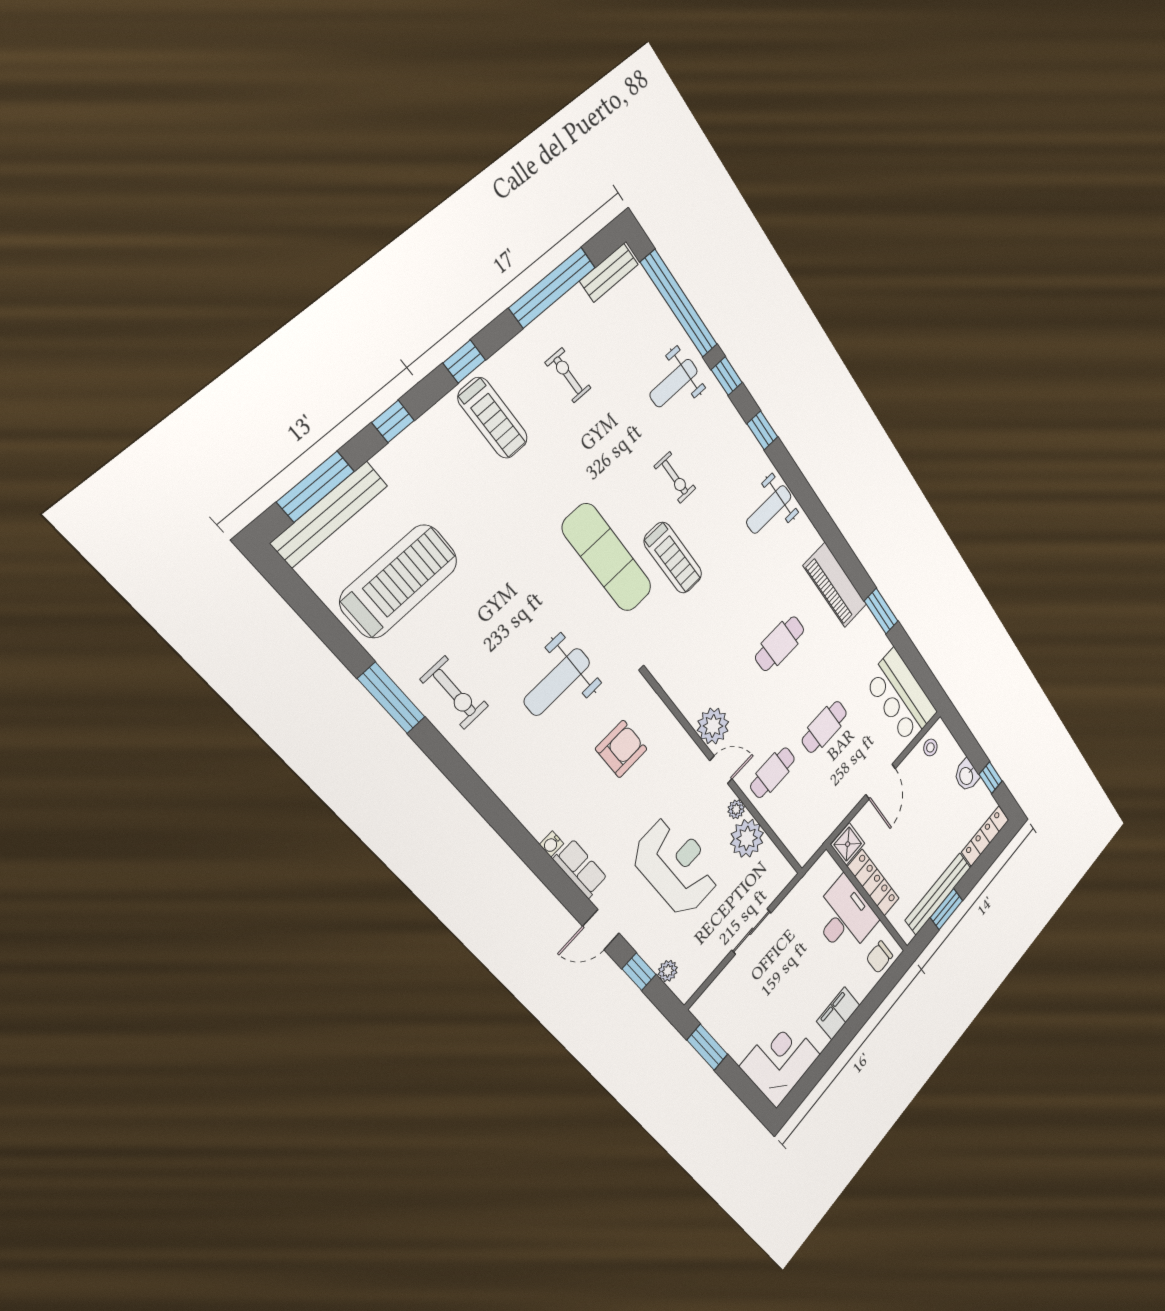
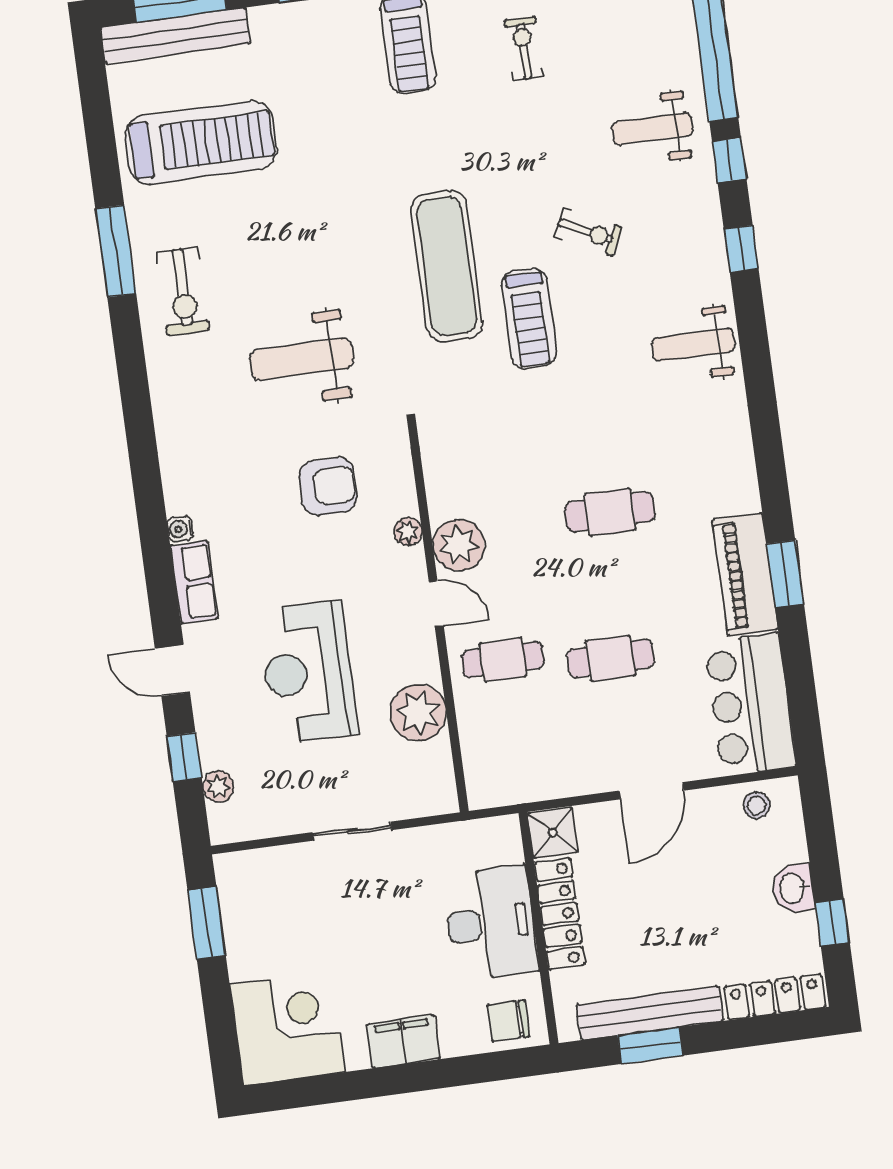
exercise bike: (675, 477) -> (588, 232), turned -64
piano: (835, 585) -> (745, 575), moved
plant: (736, 809) -> (408, 532), moved
reception desk: (676, 866) -> (308, 672), turned 180

